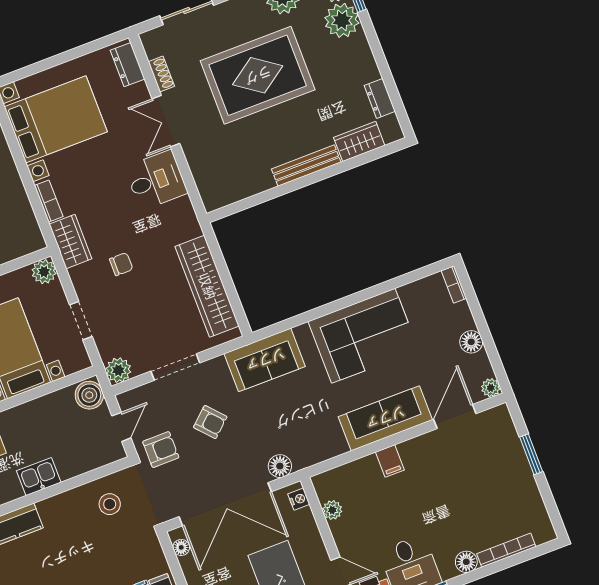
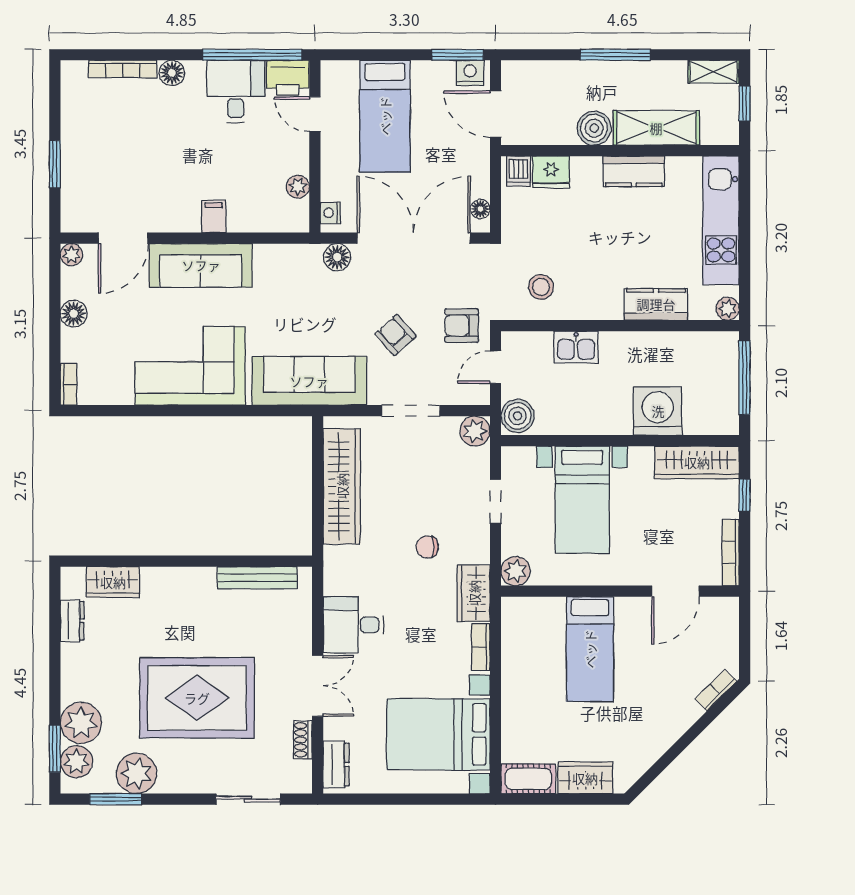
bench: (306, 166) -> (257, 578), moved
sofa: (265, 360) -> (309, 381), width x1.36
kitchen sink: (39, 477) -> (576, 347), moved

